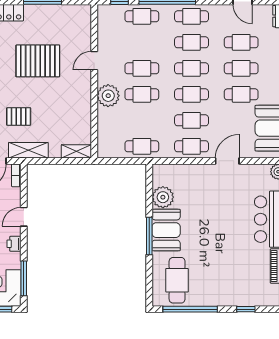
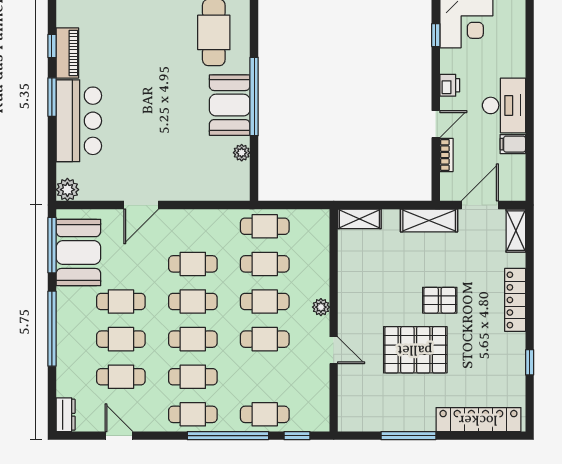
door: (94, 61) -> (334, 350), hinge flipped
plant: (108, 96) -> (321, 307), width x0.53, depth x0.53
pallet: (19, 116) -> (440, 300), moved
cafe table: (192, 146) -> (265, 264), moved
bookcase: (16, 175) -> (446, 155), moved
plant: (163, 197) -> (242, 153), width x0.53, depth x0.53
window: (149, 236) -> (254, 96), width x1.46
window: (24, 278) -> (436, 35), width x0.46

